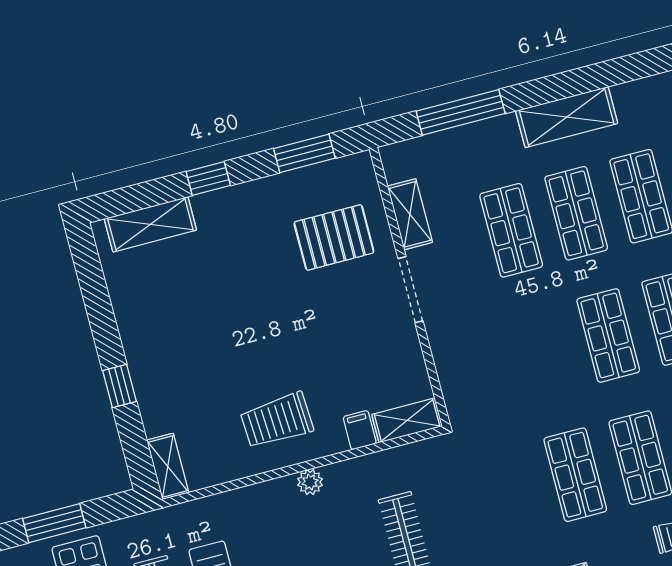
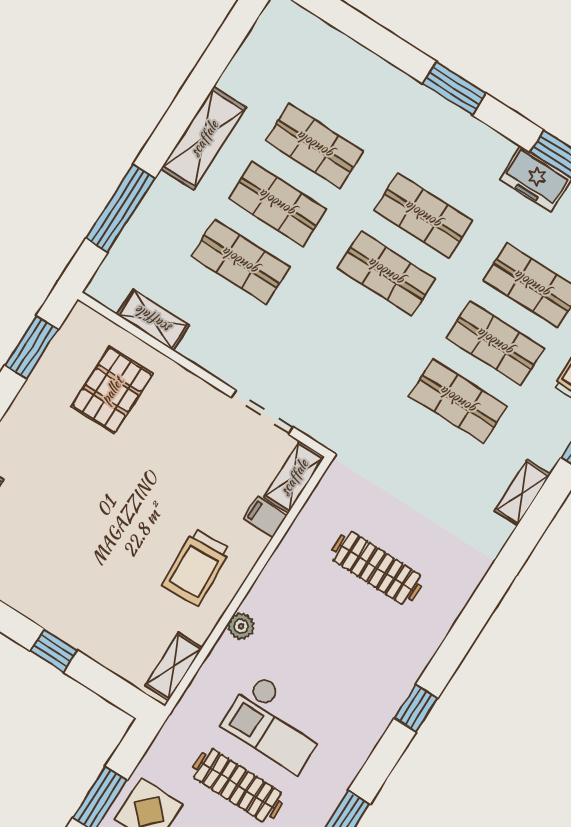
doorway: (411, 290) -> (262, 412), moved
shelving: (168, 466) -> (174, 667), moved, turned 90
plant: (310, 482) -> (241, 626), moved

